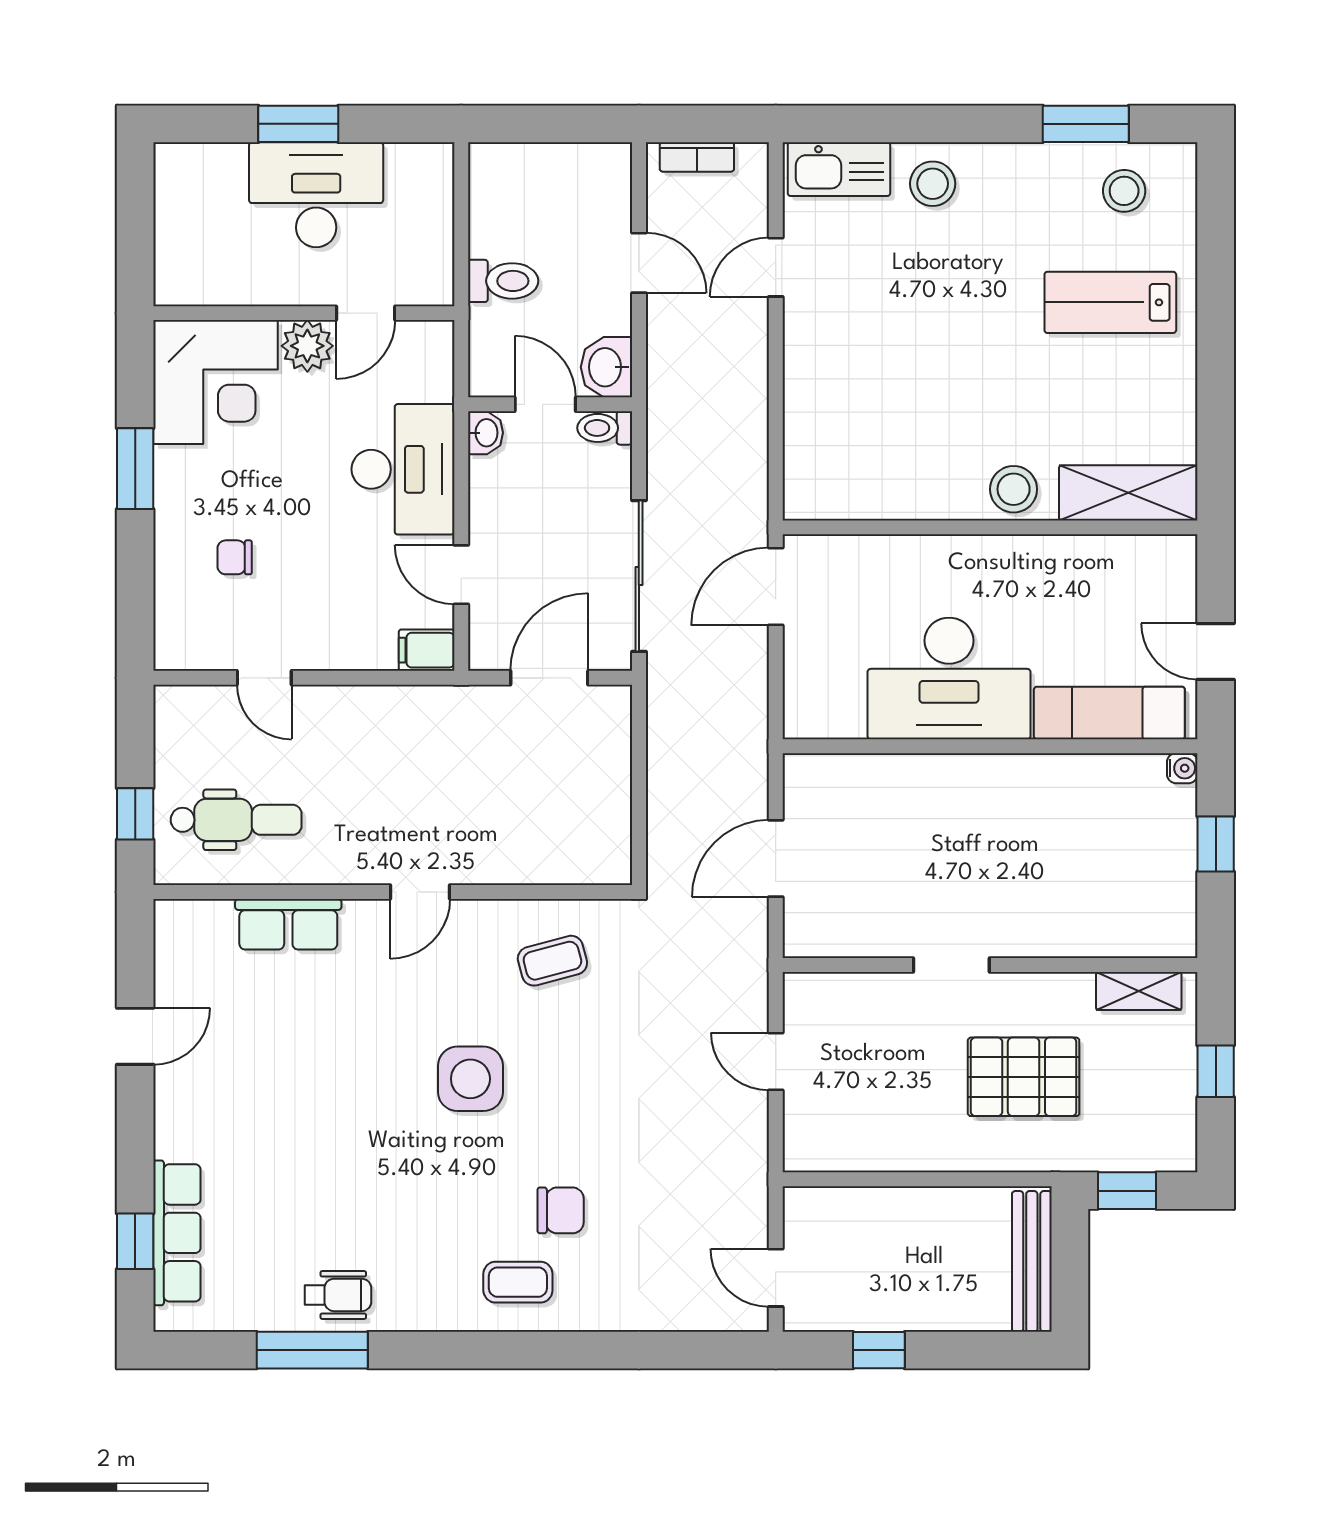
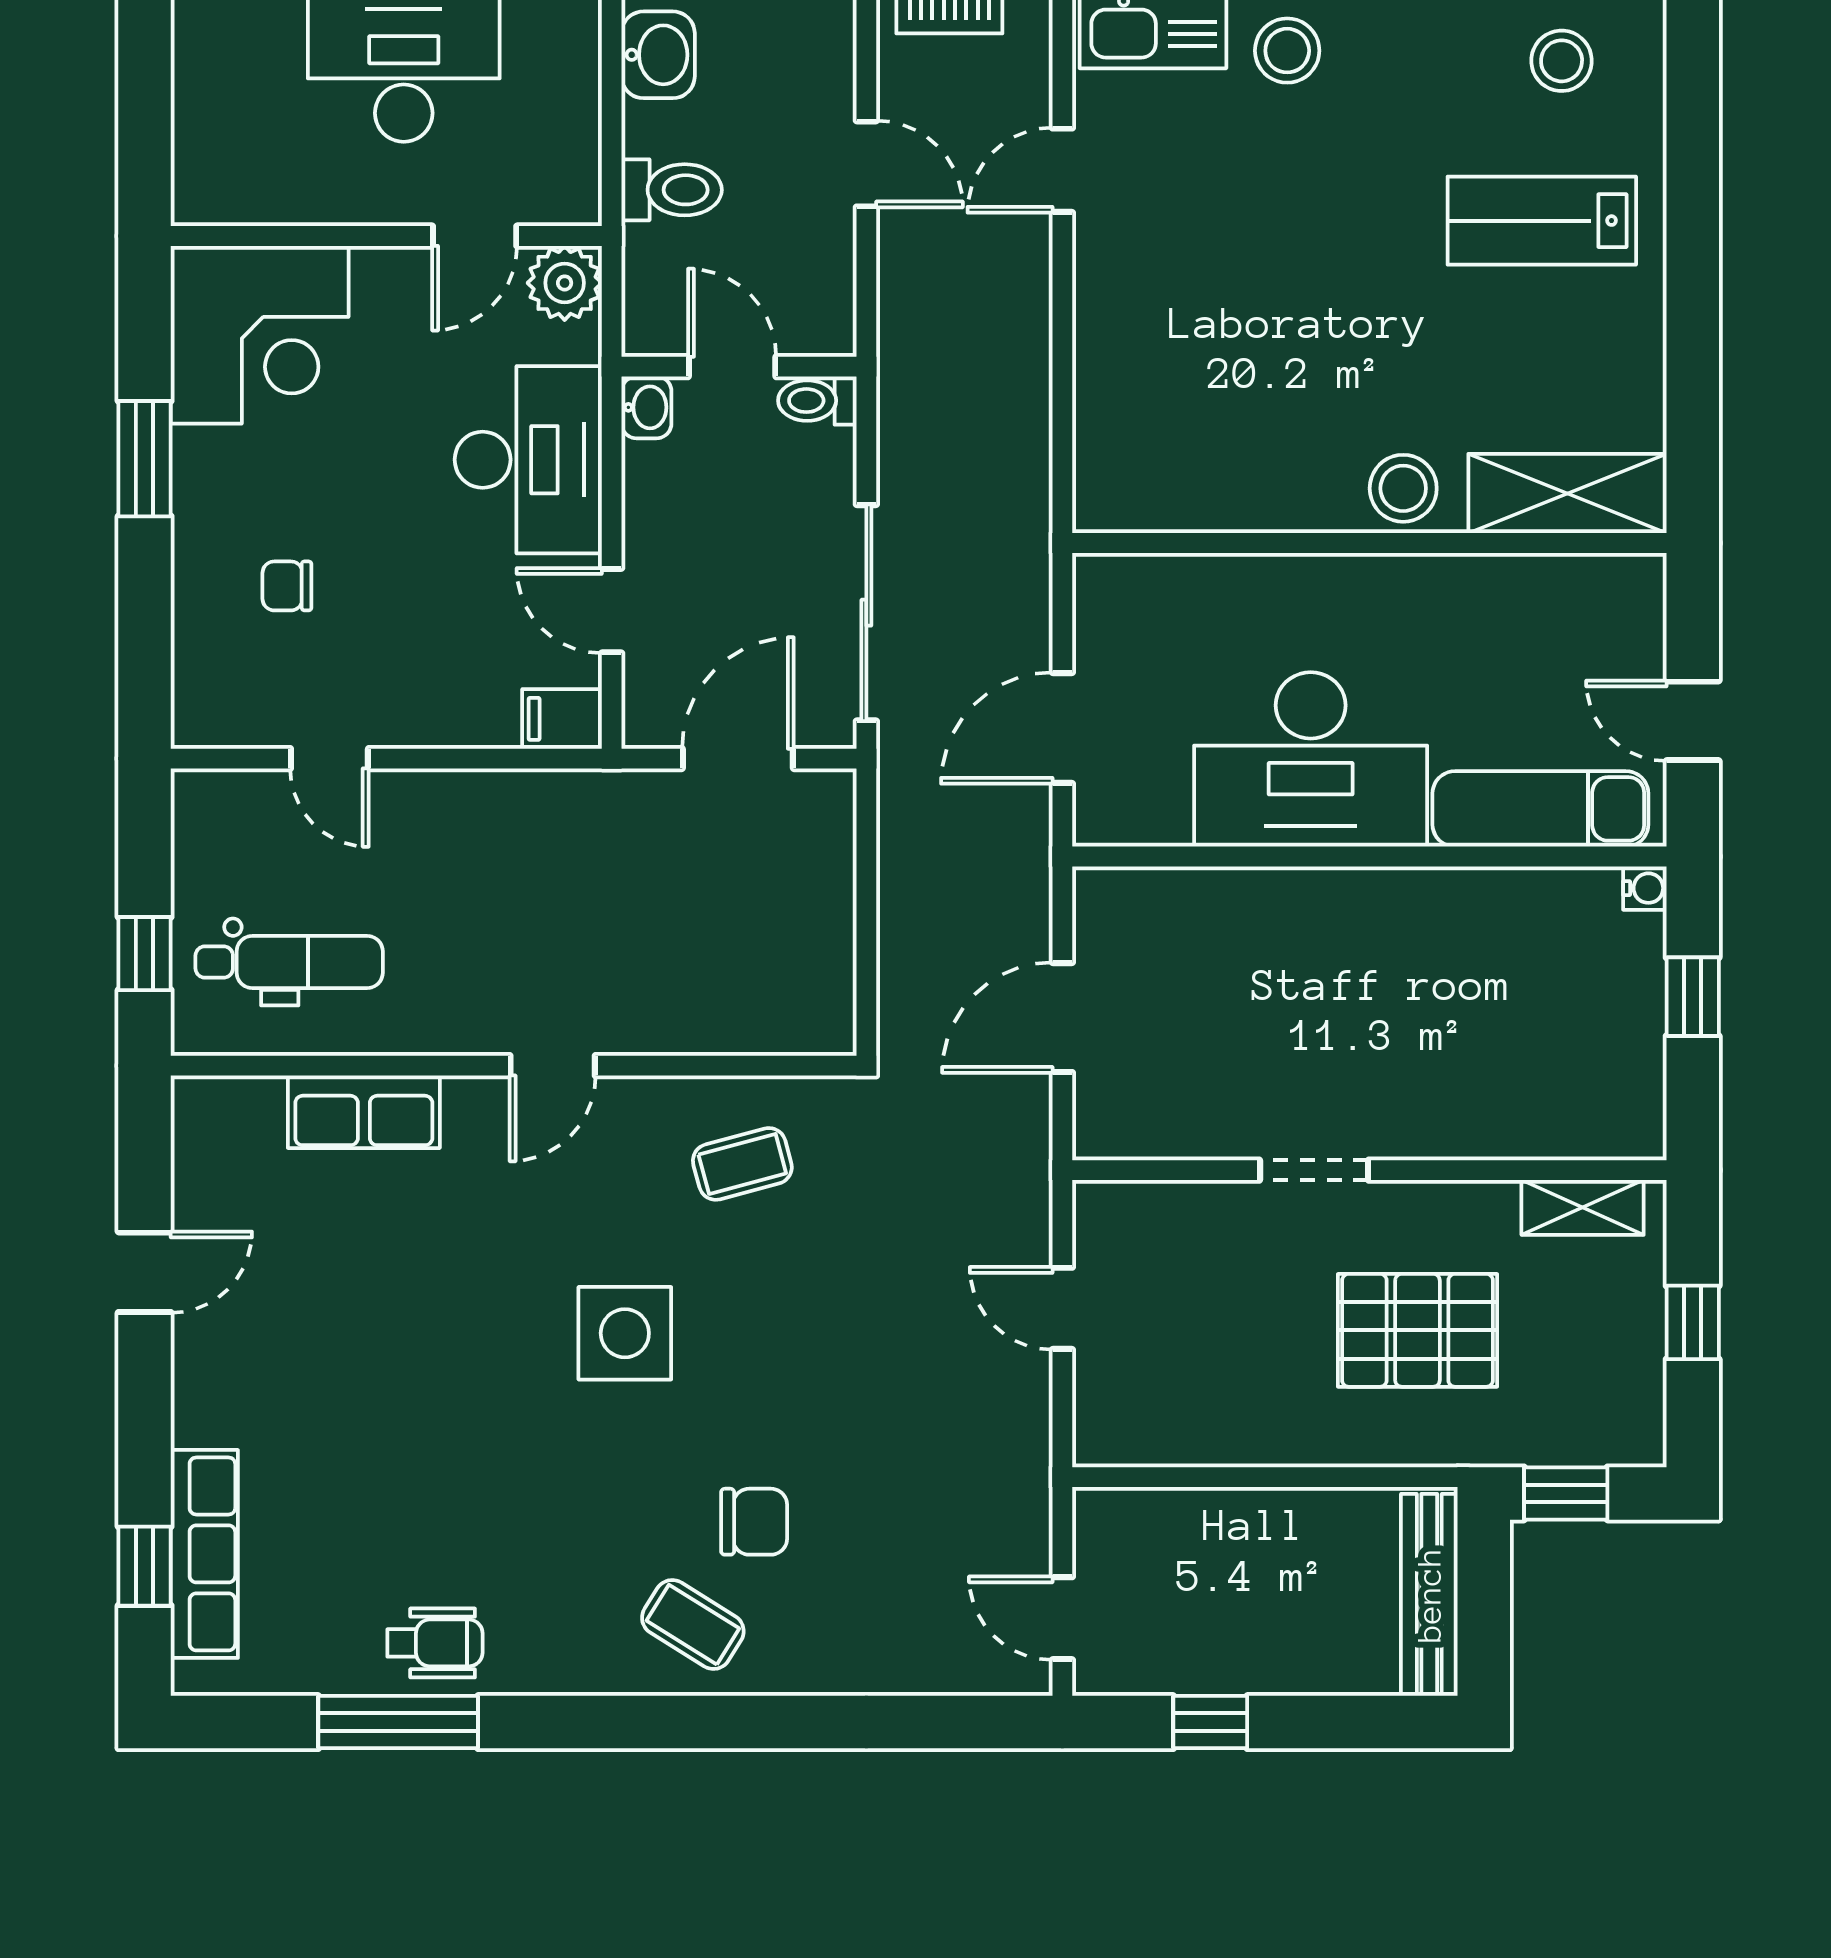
plant: (307, 346) -> (565, 283), moved
washbasin: (607, 367) -> (658, 55), moved, turned 180
door: (776, 586) -> (1062, 728), moved
coffee table: (518, 1282) -> (693, 1625), turned 32

